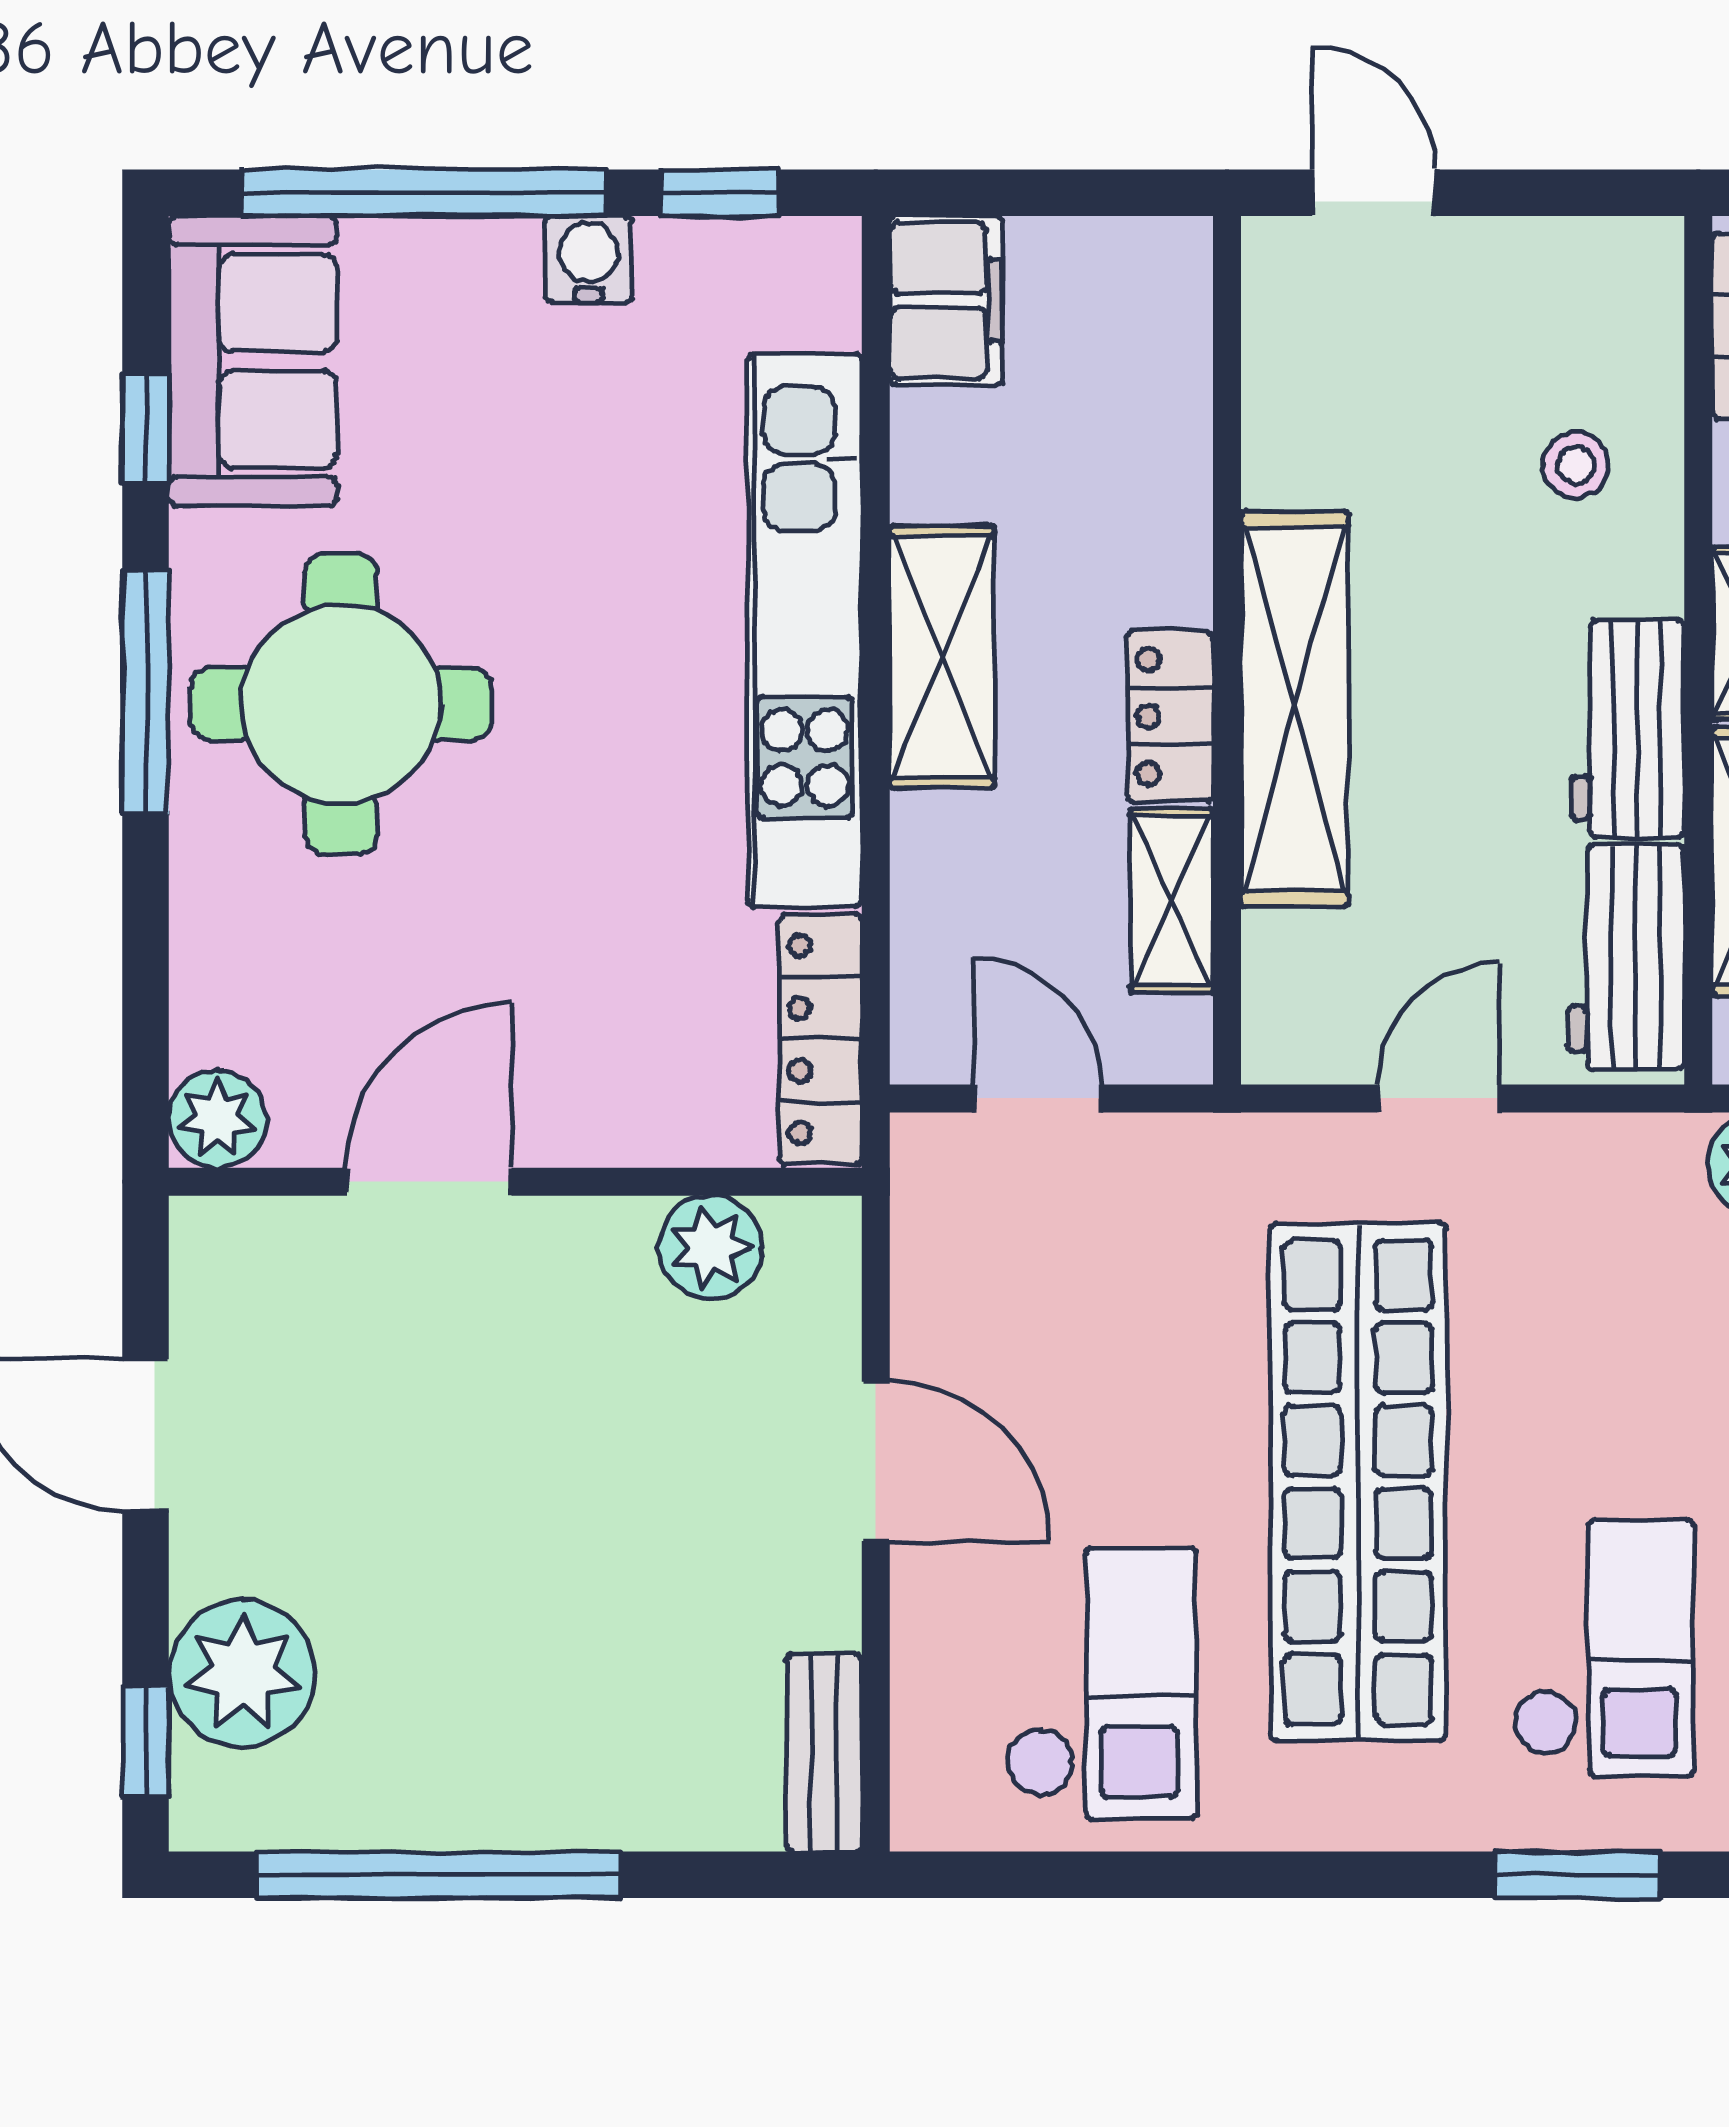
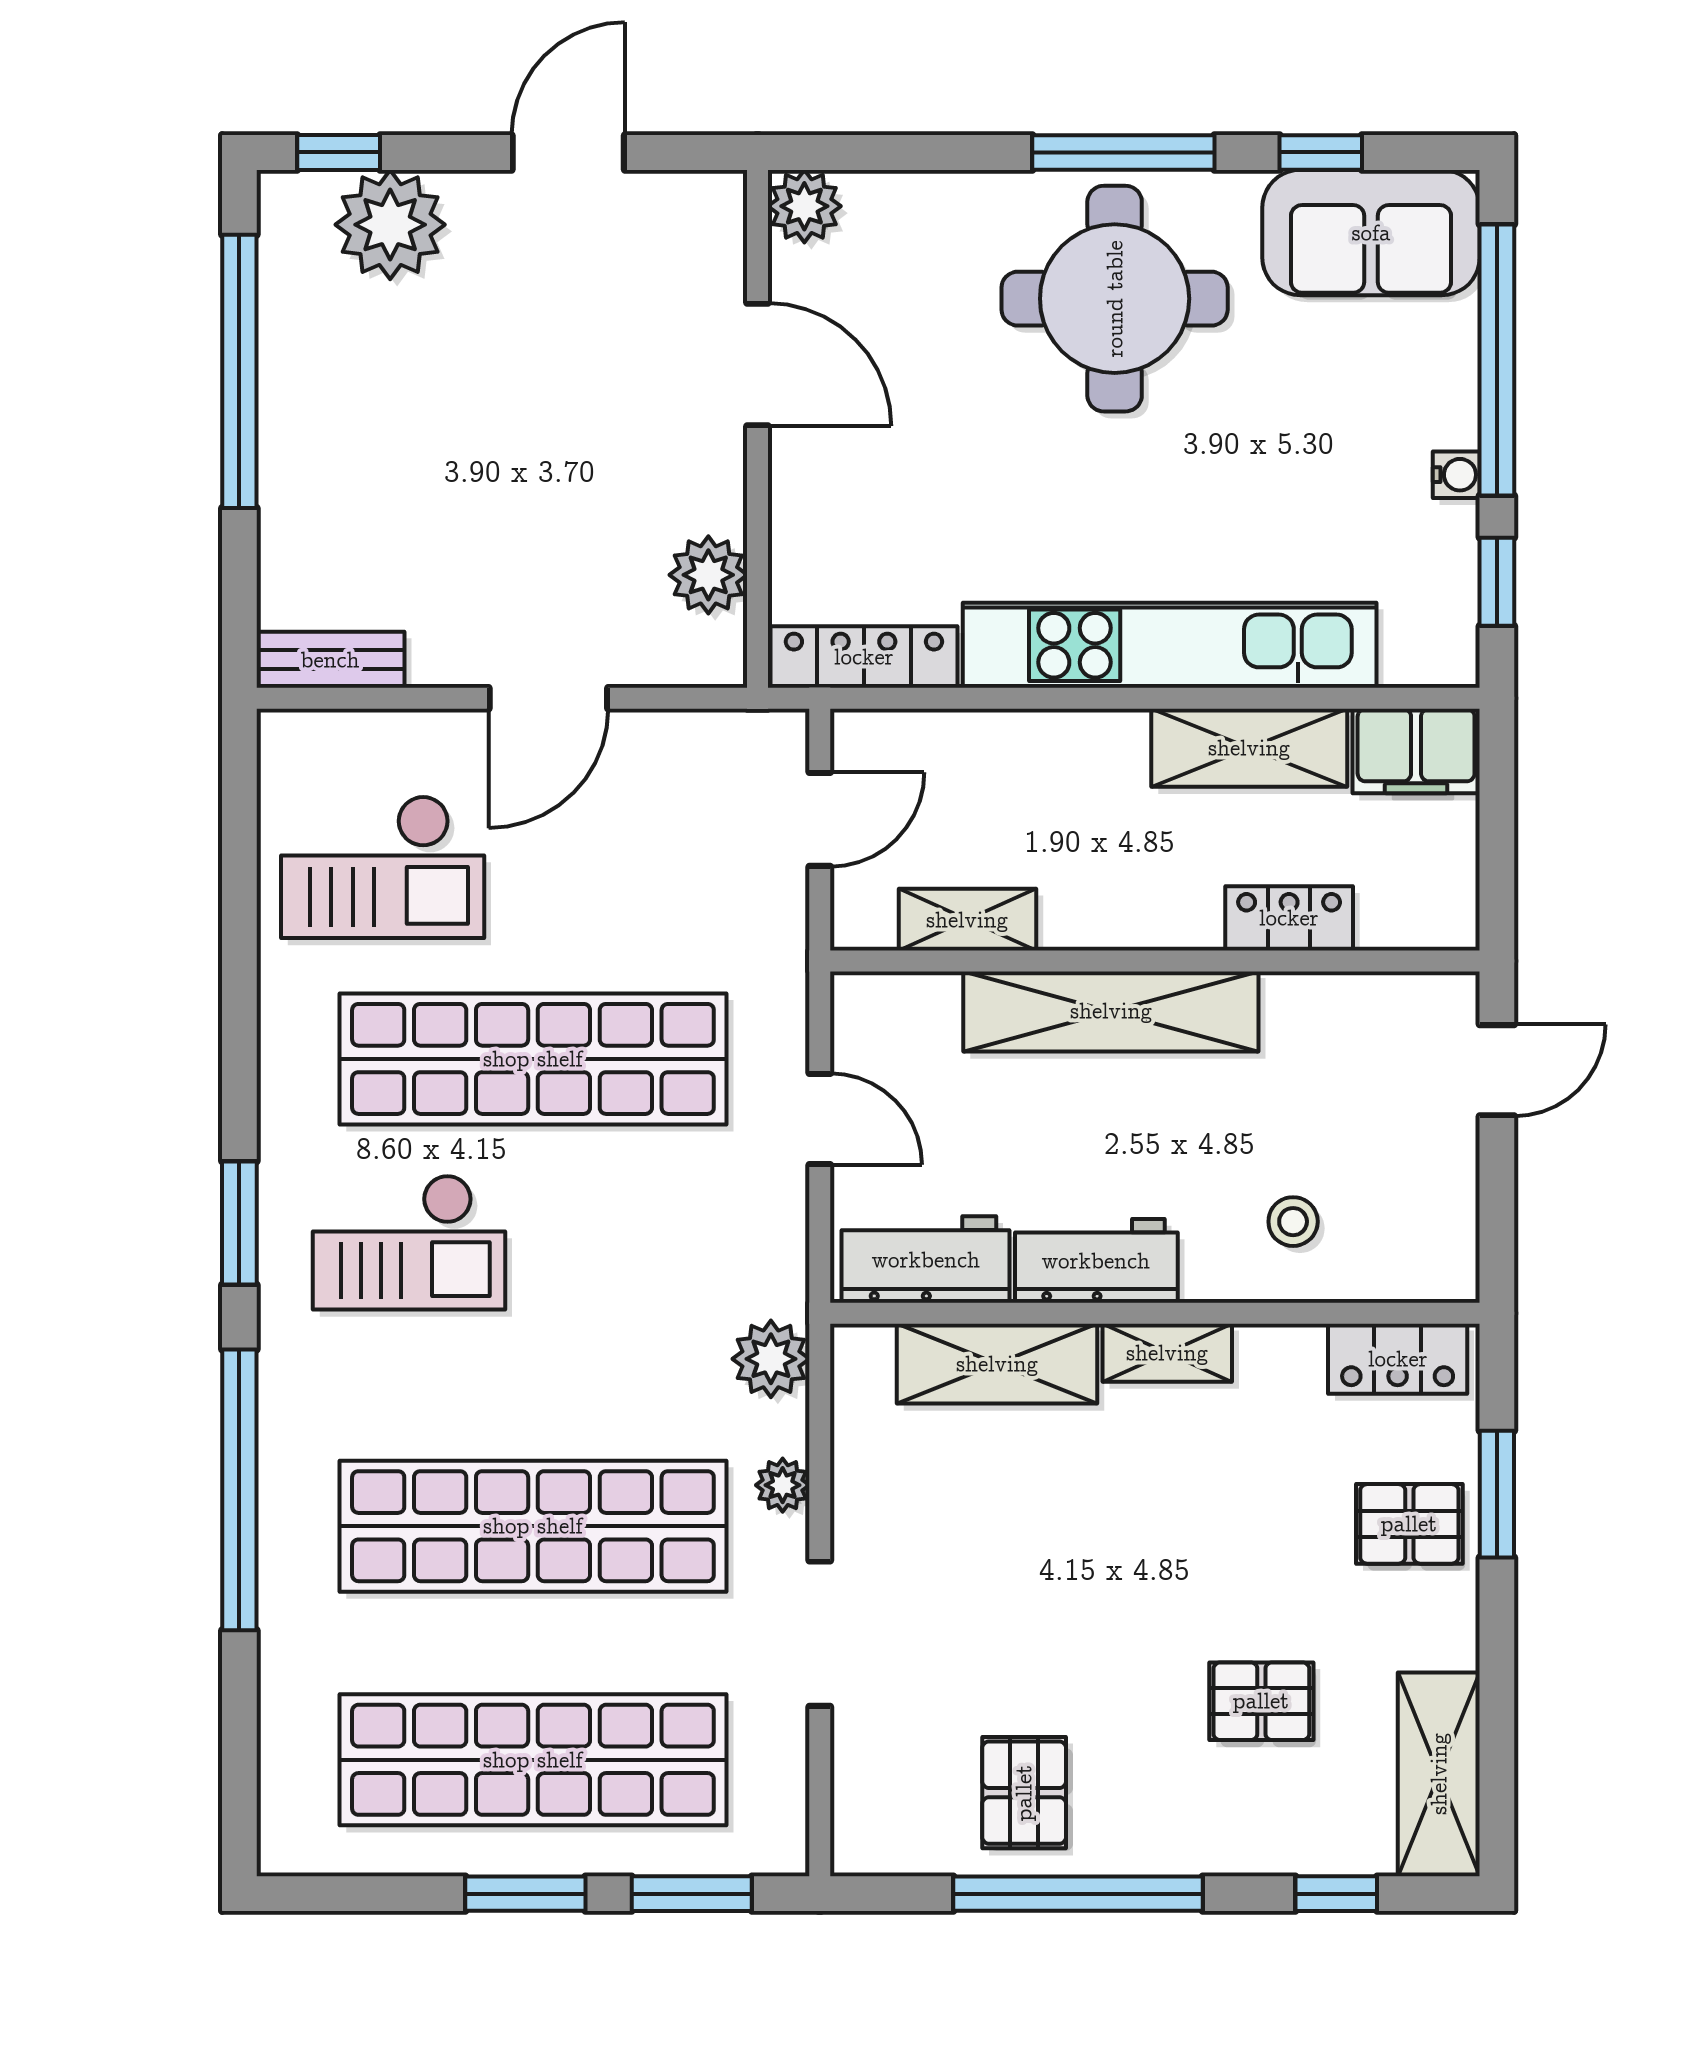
water cooler: (589, 259) -> (1456, 475), width x0.72, depth x0.72
shelving: (942, 657) -> (1249, 748), moved
locker: (1170, 716) -> (1289, 918), moved

